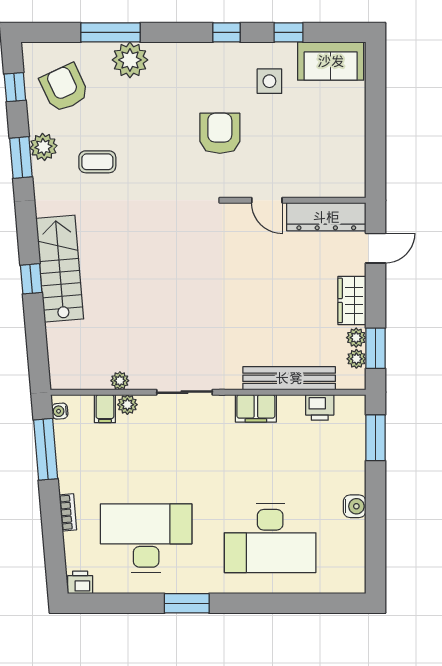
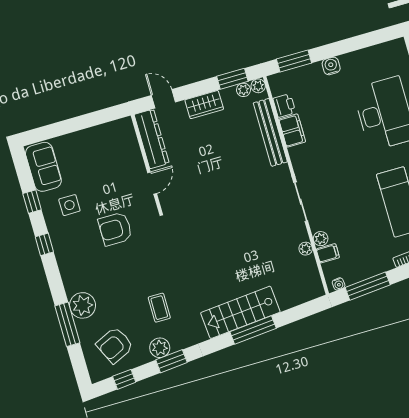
window: (31, 279) -> (253, 330), width x2.17
plant: (356, 338) -> (258, 86), moved
filing cabinet: (256, 408) -> (292, 131), moved
water cooler: (355, 506) -> (331, 66), moved

